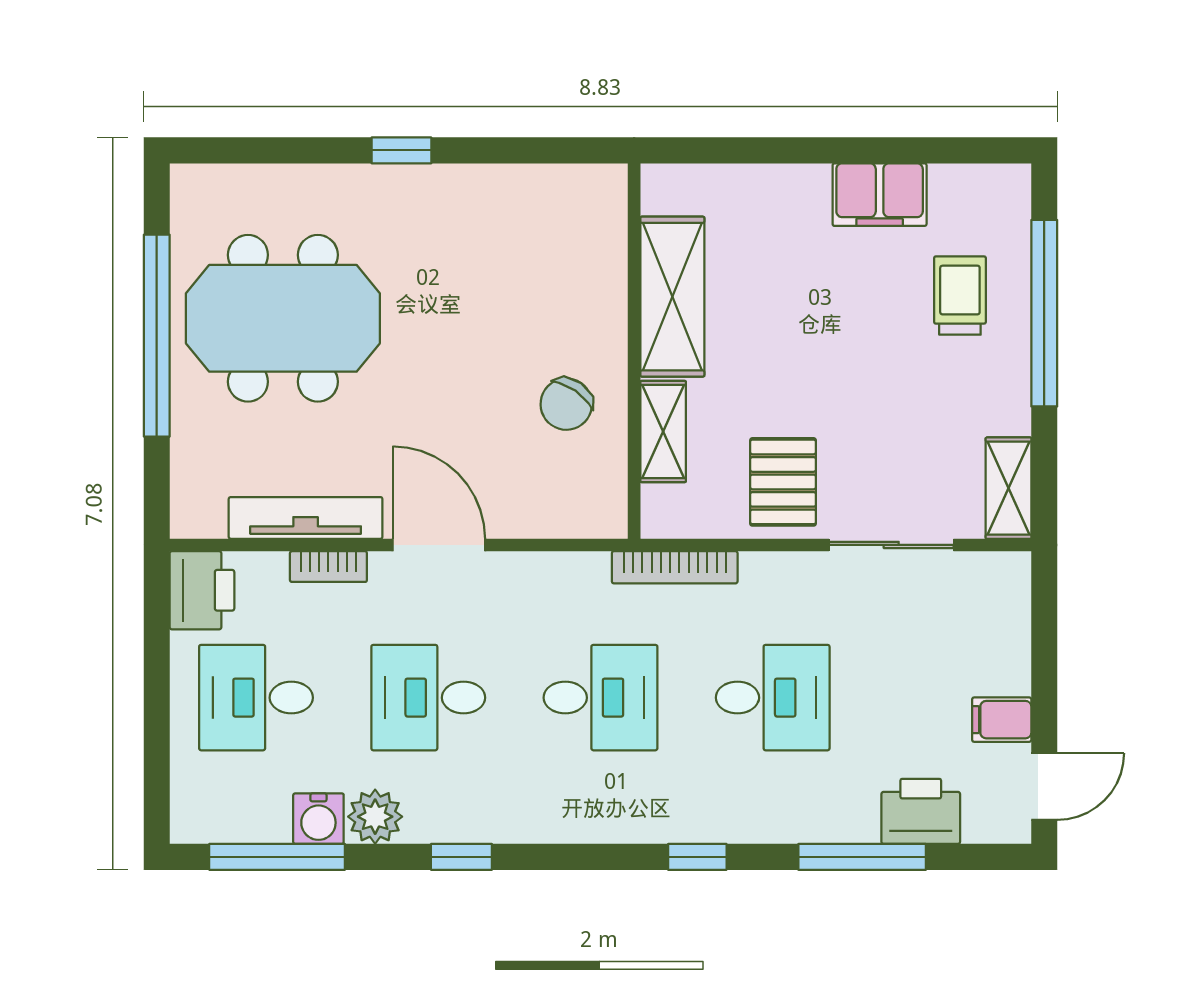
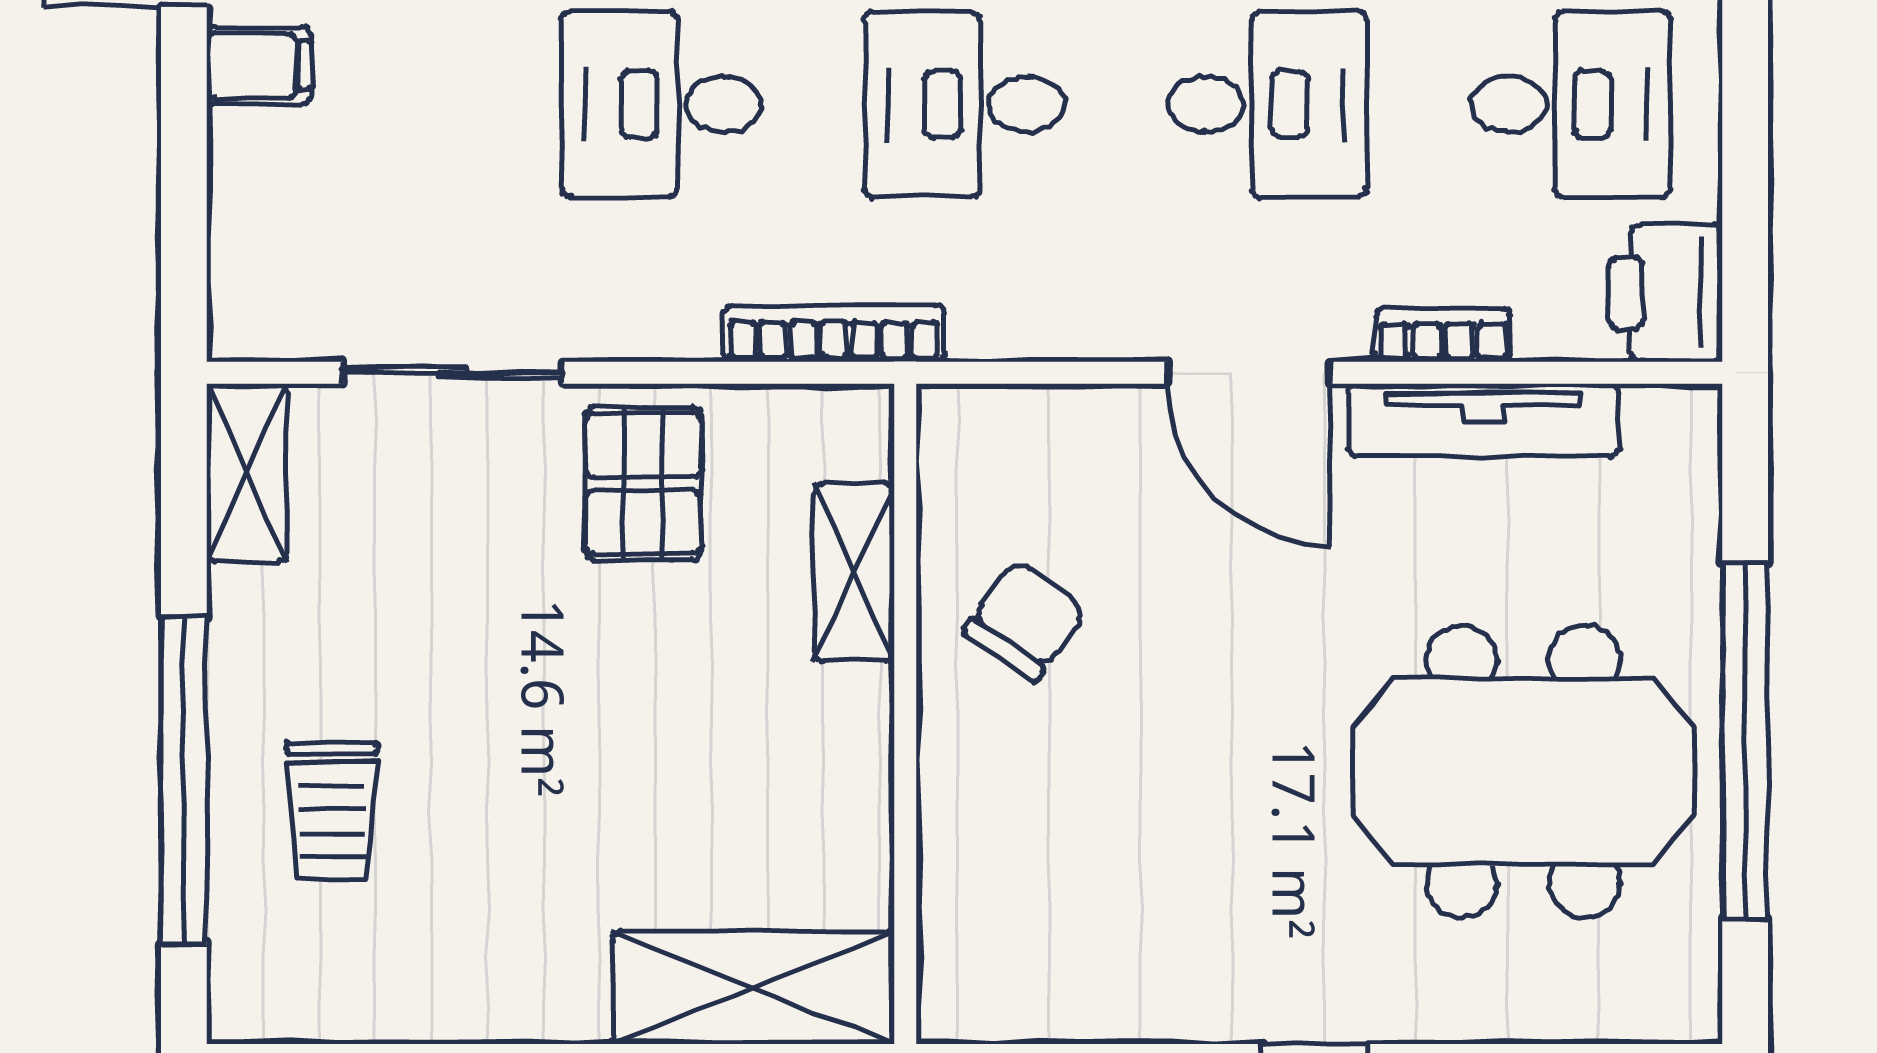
filing cabinet: (880, 195) -> (474, 989), removed
shelving: (672, 297) -> (754, 988), moved, turned 90

